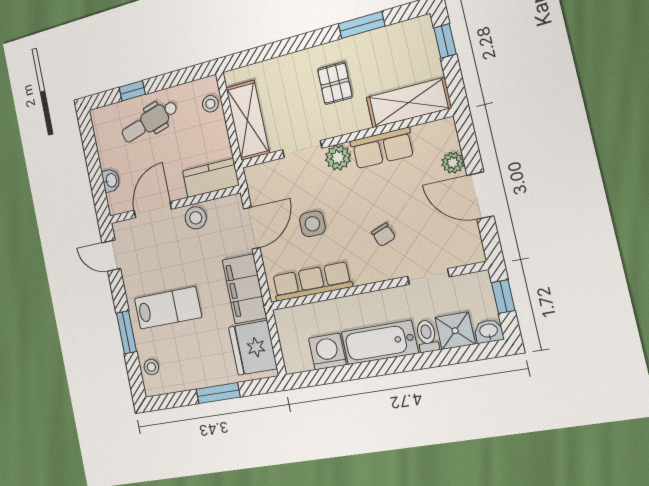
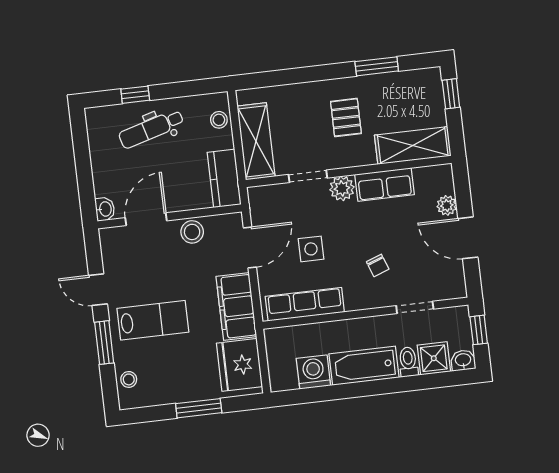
kitchen counter: (211, 178) -> (224, 178), moved, turned -90
washbasin: (111, 180) -> (105, 209), moved
door: (111, 256) -> (98, 290), moved

